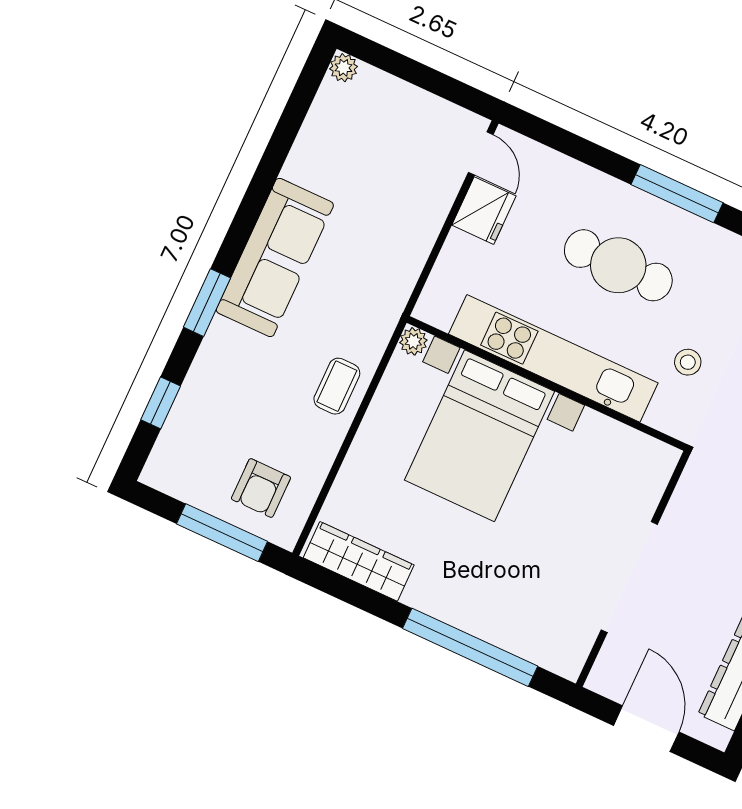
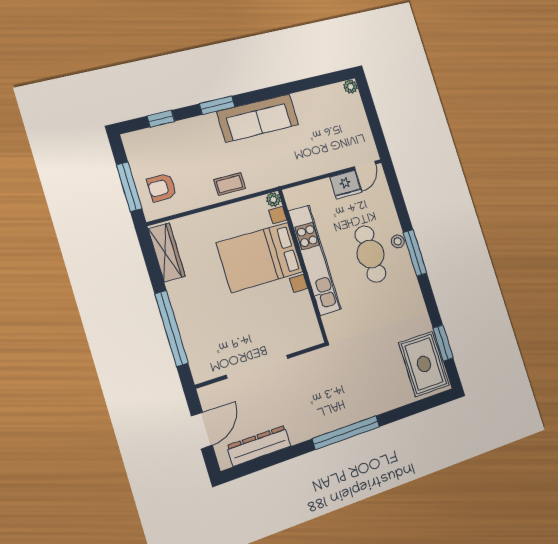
stool: (688, 362) -> (398, 241), moved

